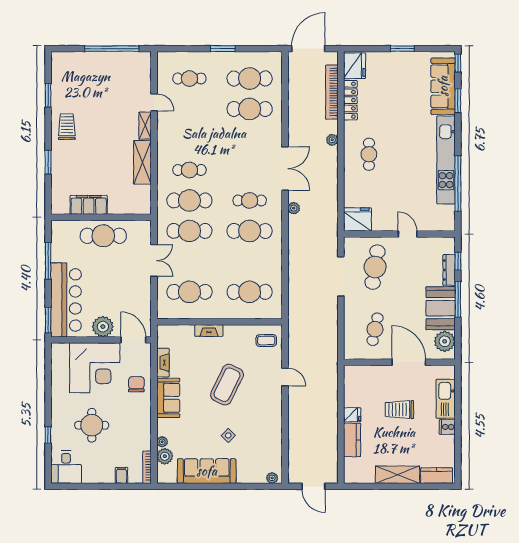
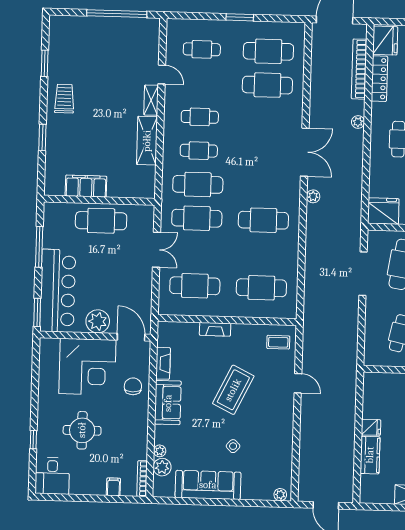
cafe table: (250, 200) -> (200, 117), moved

